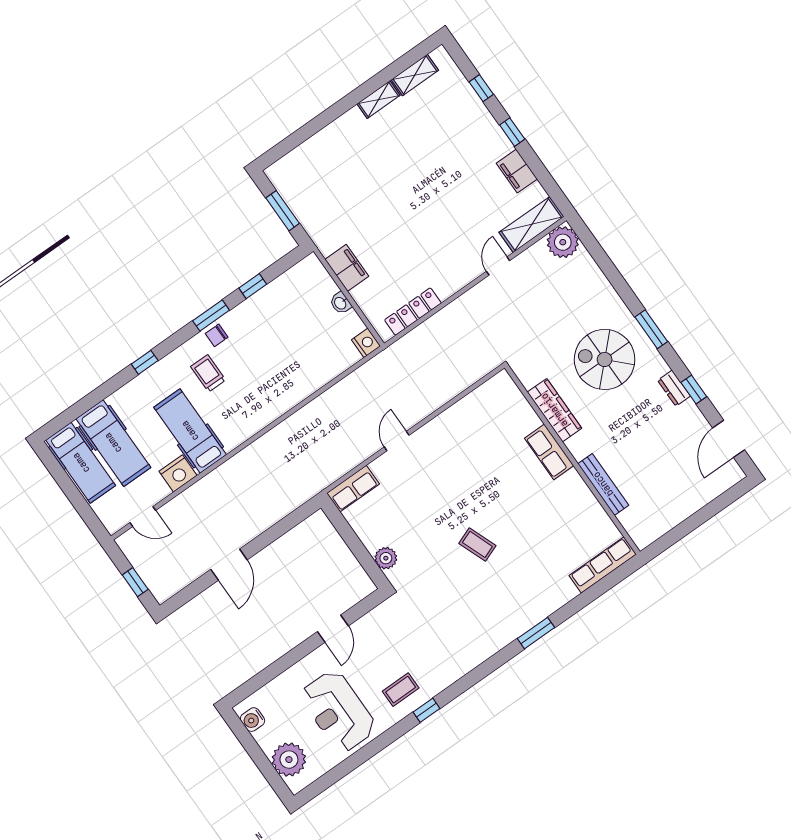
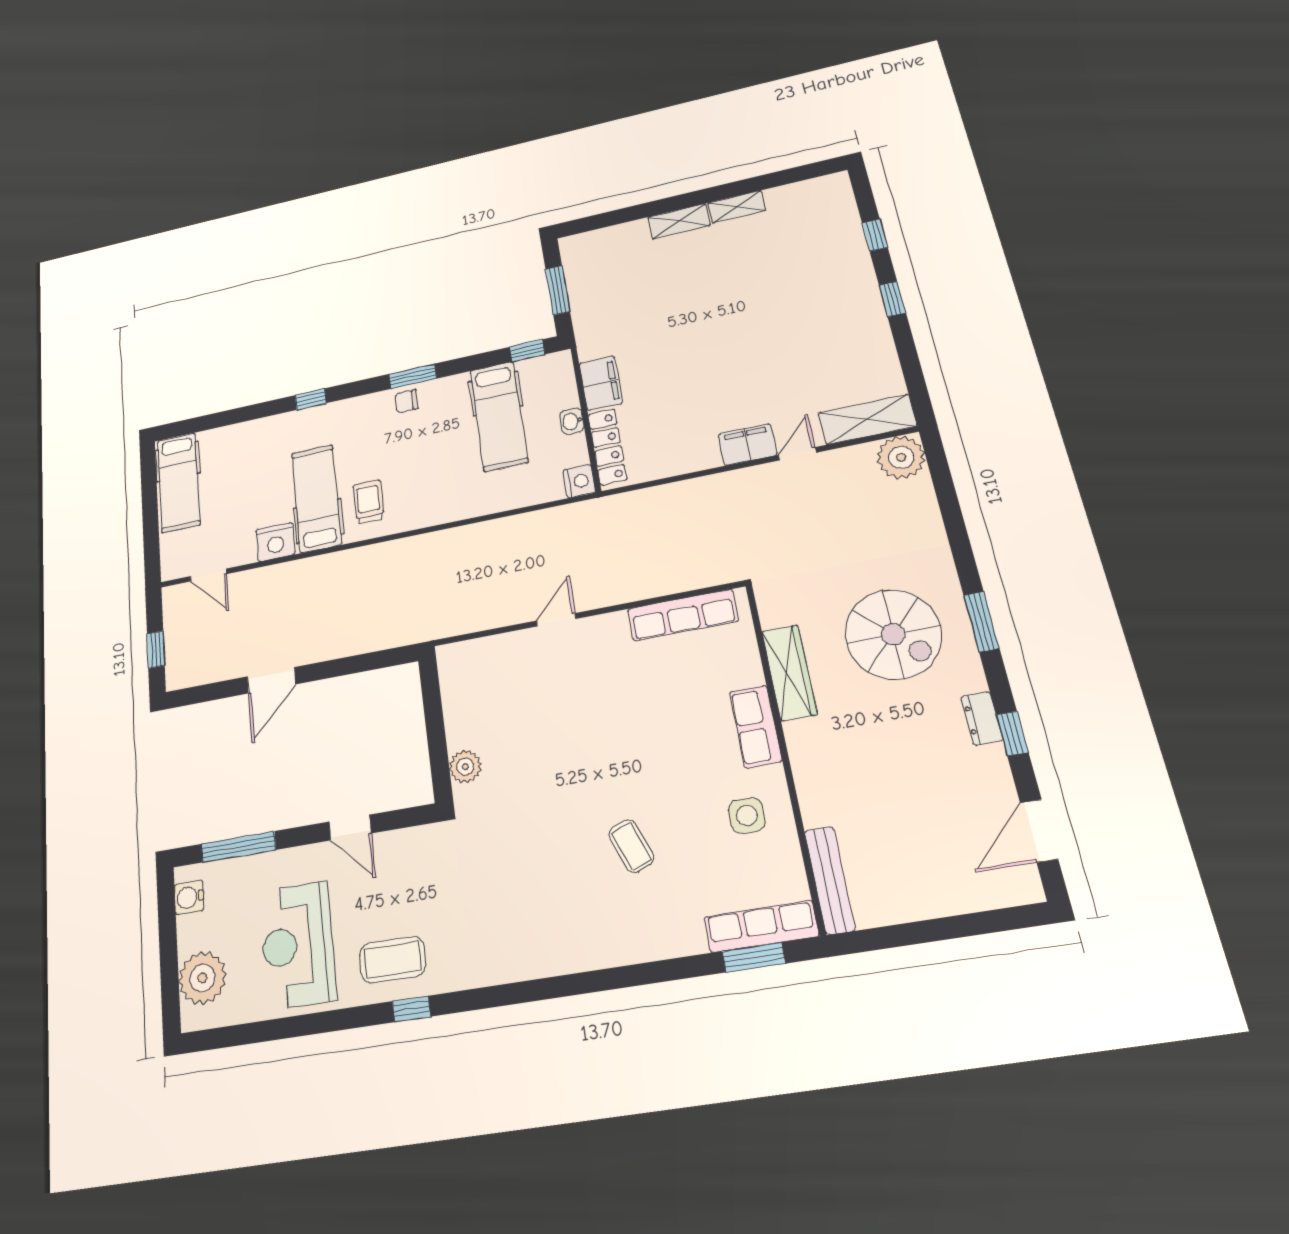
shelving: (415, 75) -> (679, 221), moved
filing cabinet: (517, 171) -> (748, 445), moved, turned 90
window: (253, 286) -> (527, 351), moved
locker: (413, 312) -> (607, 447), moved, turned 90
spiral stairs: (605, 359) -> (893, 634), turned 180
trolley: (208, 373) -> (369, 502), moved
hospital bed: (113, 443) -> (499, 416), moved
bench: (603, 484) -> (830, 880), moved
row of seats: (353, 489) -> (683, 615), moved, width x1.48
side table: (567, 507) -> (747, 816), added
coffee table: (477, 544) -> (631, 846), moved
door: (333, 629) -> (350, 827), hinge flipped
window: (536, 633) -> (754, 957), moved
window: (267, 675) -> (238, 847), added
coffee table: (401, 690) -> (392, 960), width x1.36, depth x1.30

